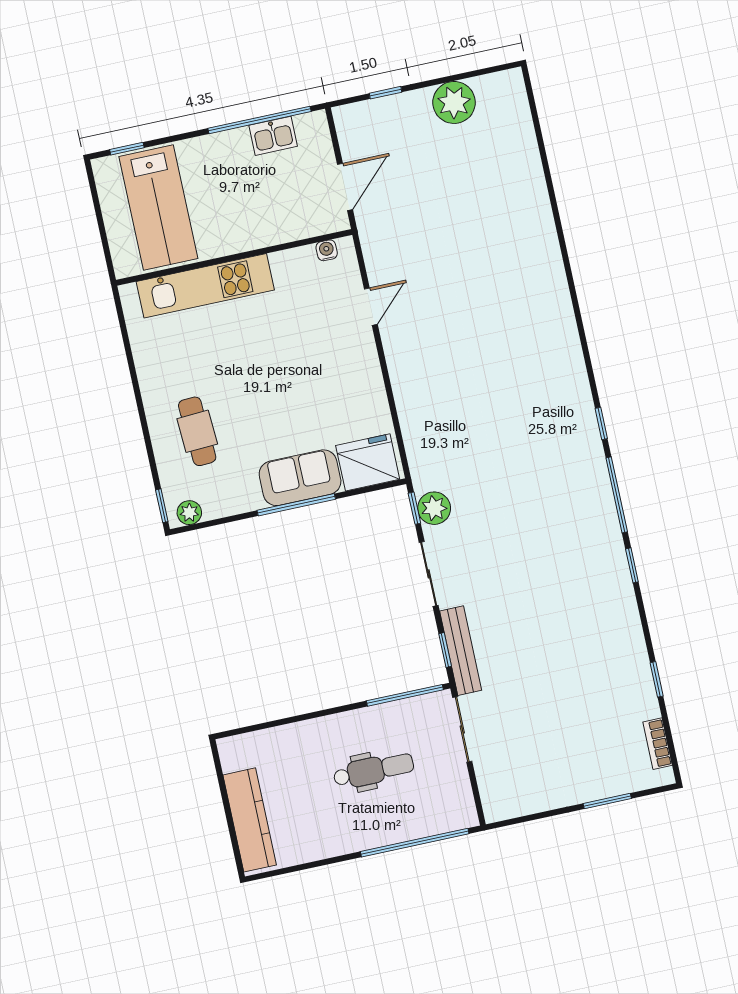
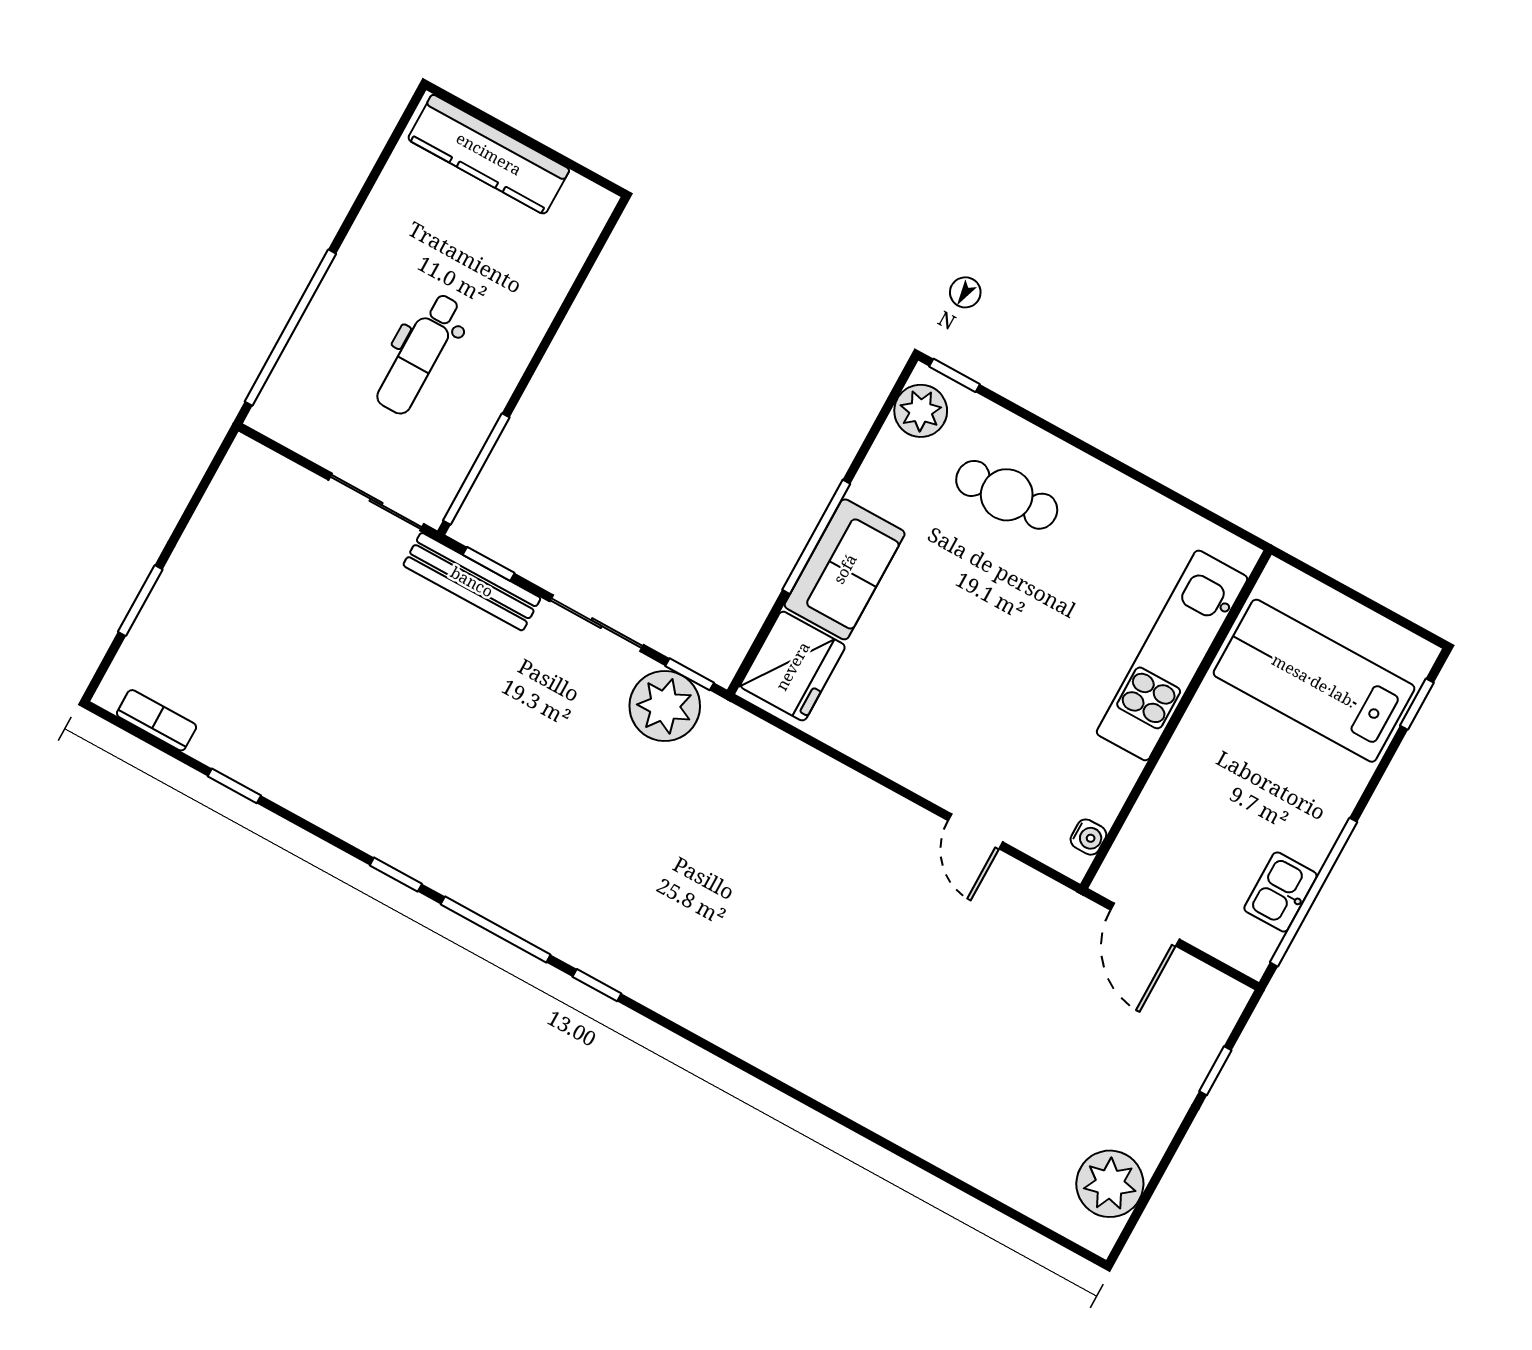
plant: (454, 102) -> (1110, 1184), moved
plant: (434, 508) -> (665, 706), width x1.36, depth x1.36
plant: (189, 513) -> (921, 411), width x1.38, depth x1.38

